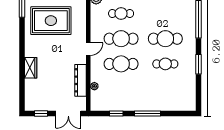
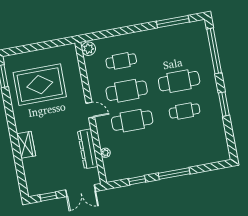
door: (88, 49) -> (90, 110), hinge flipped

